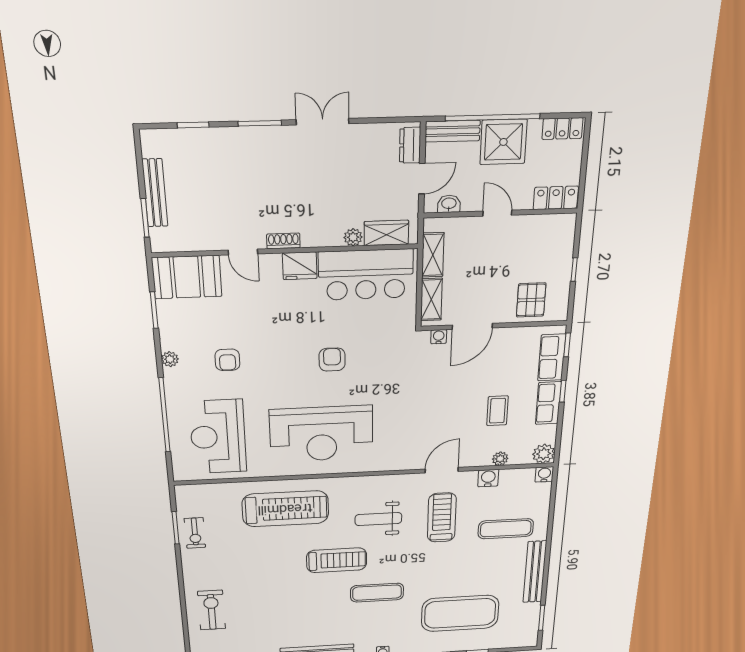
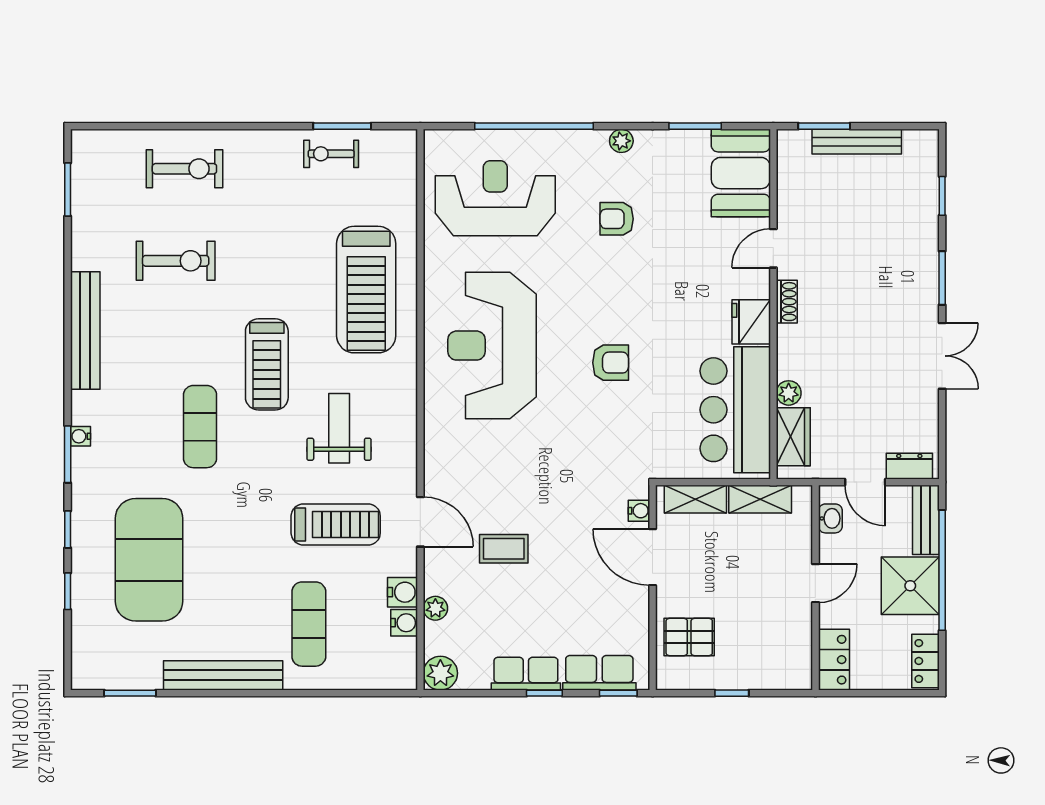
coffee table: (497, 411) -> (504, 549), moved
water cooler: (544, 474) -> (404, 623), moved
exercise bike: (271, 611) -> (176, 261), added

